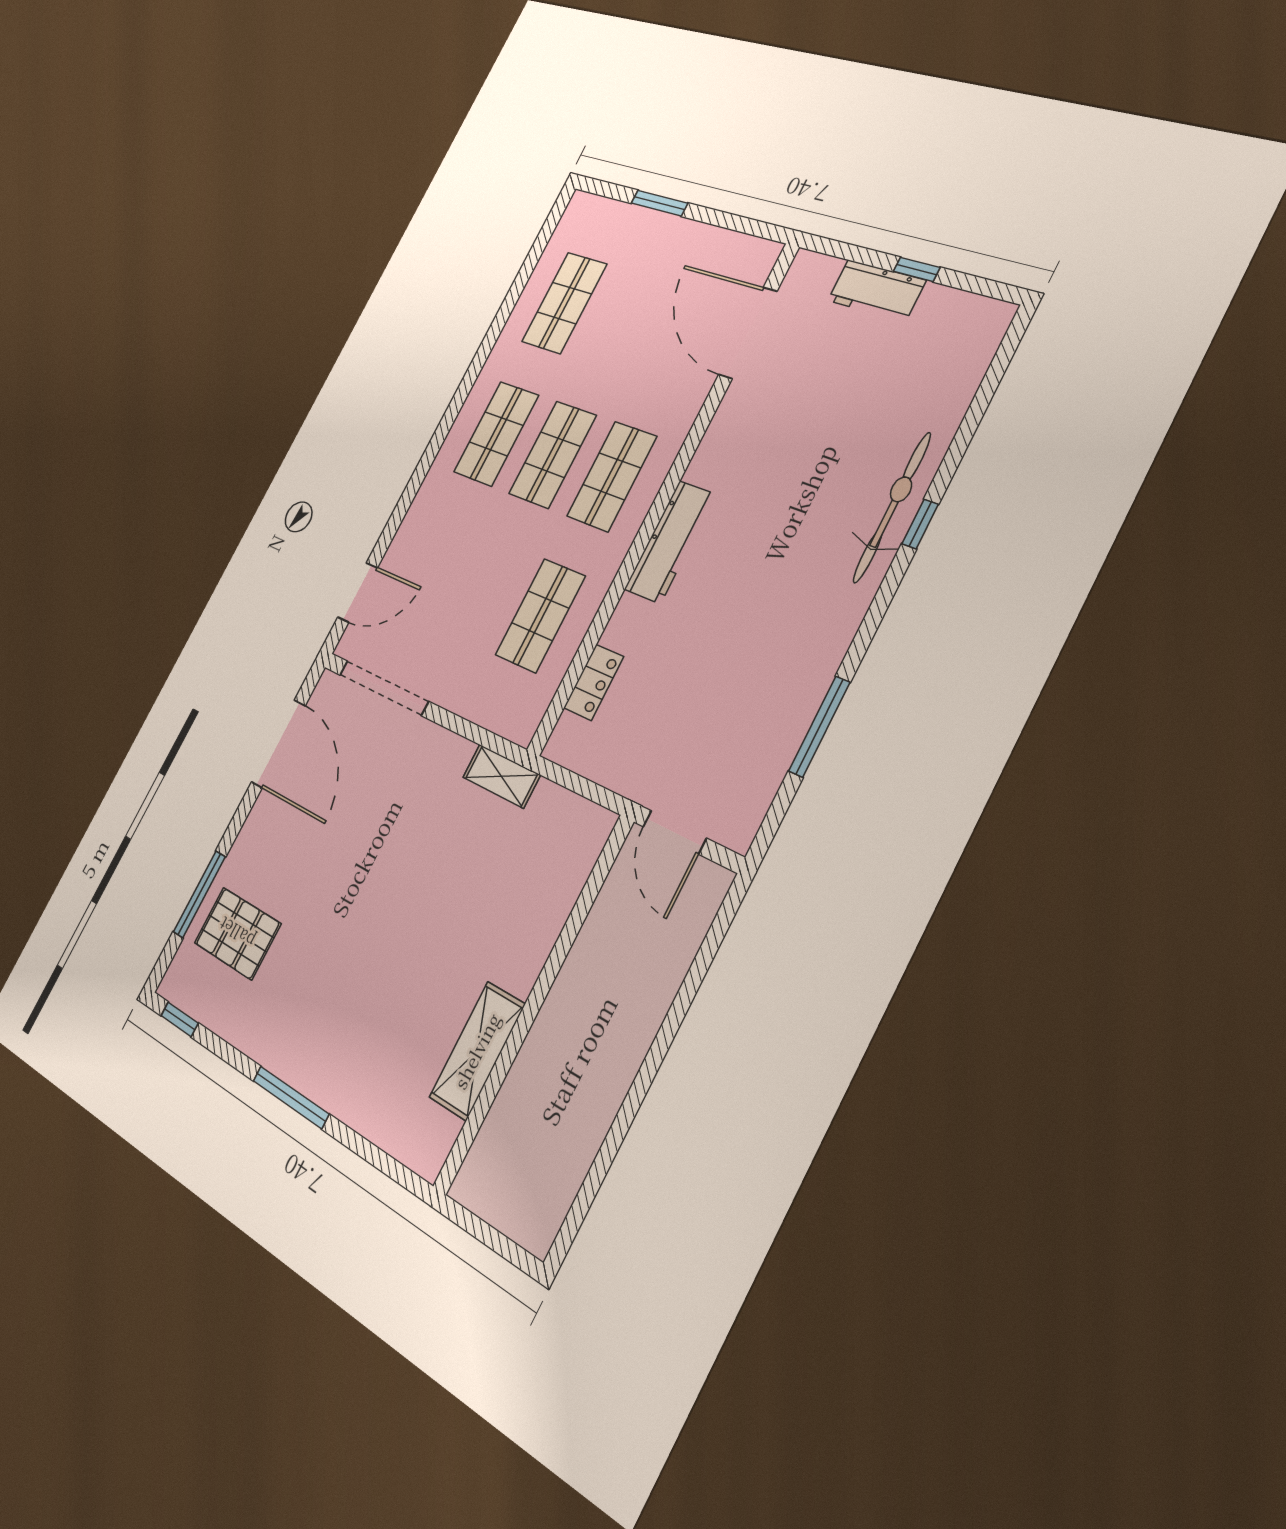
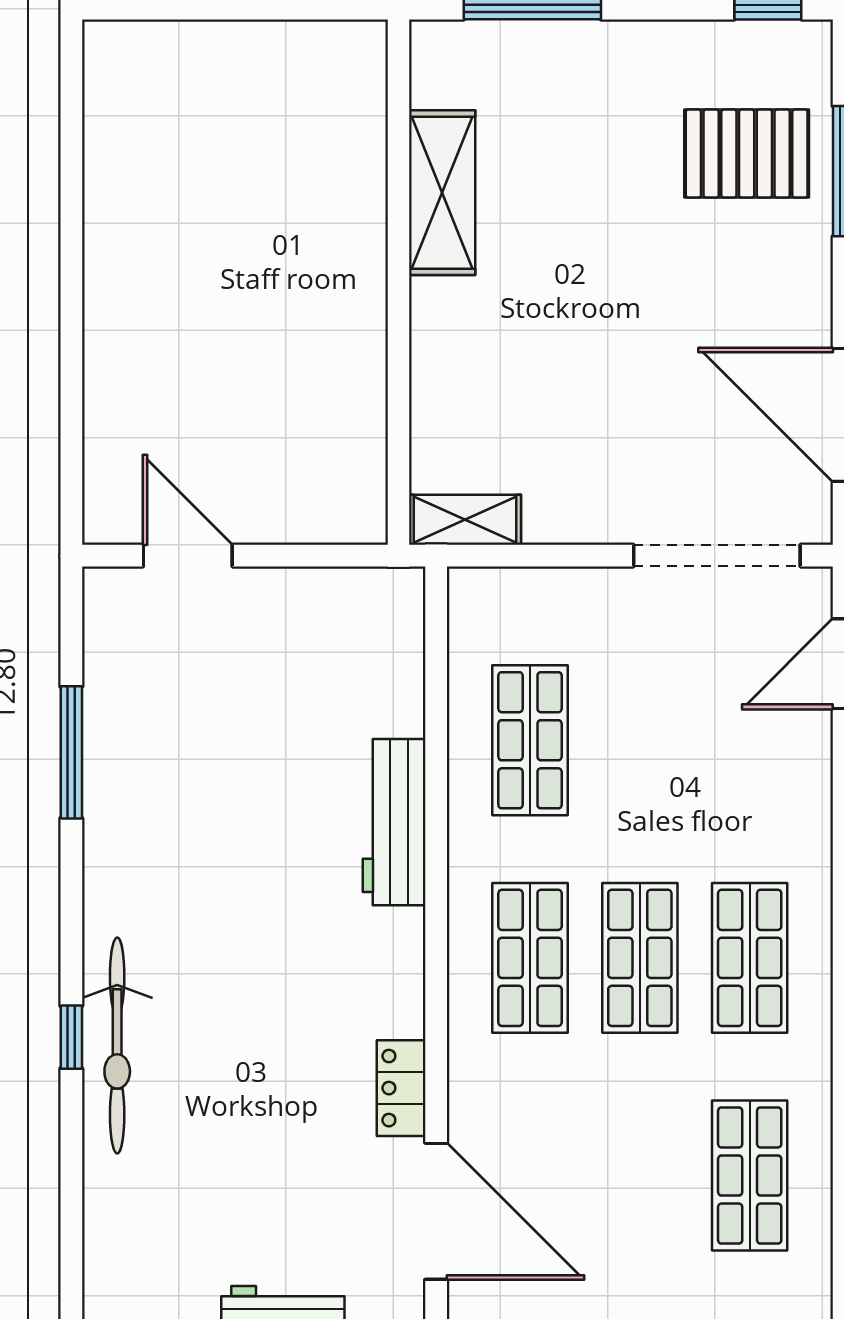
workbench: (670, 542) -> (394, 822), moved
locker: (594, 682) -> (401, 1088), moved
wall: (534, 1003) -> (398, 282), moved
shelving: (477, 1051) -> (442, 193), moved

